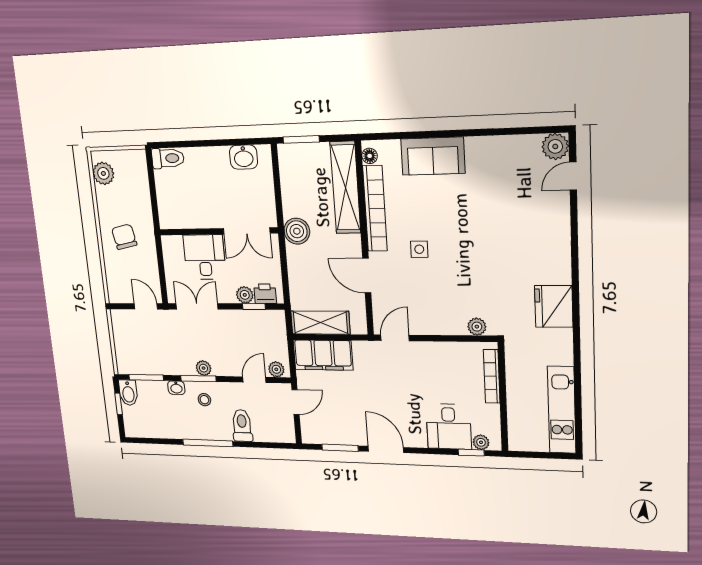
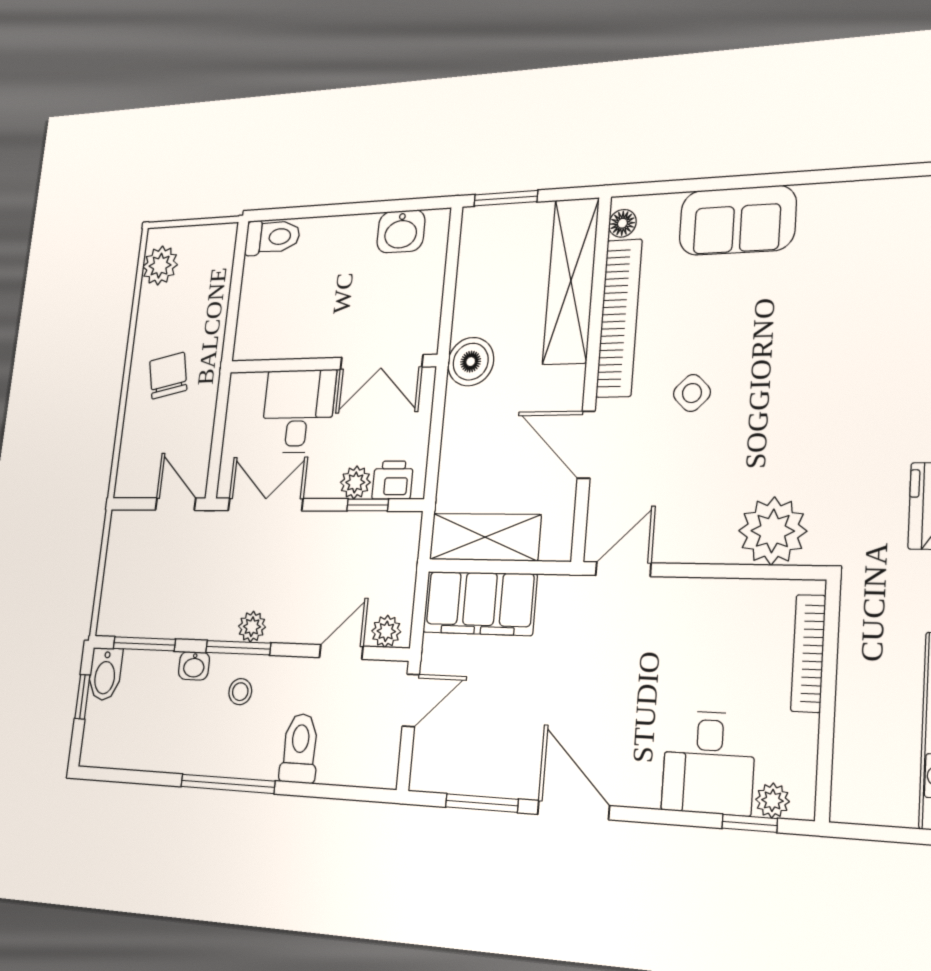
side table: (419, 249) -> (692, 393), turned 45
plant: (477, 327) -> (773, 531), width x1.88, depth x1.88

